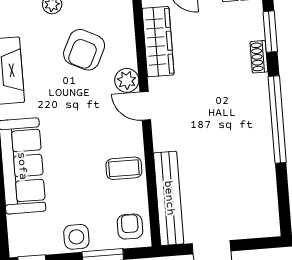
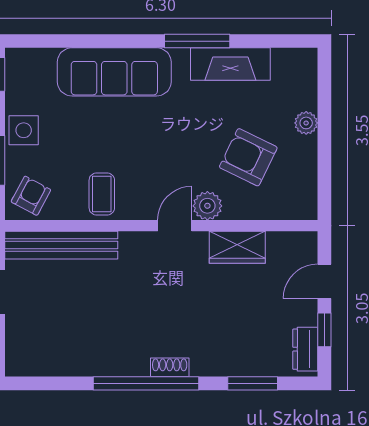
wardrobe: (158, 42) -> (237, 247), width x0.67
shoe rack: (259, 57) -> (170, 367), moved
armchair: (130, 227) -> (31, 196), turned -62

